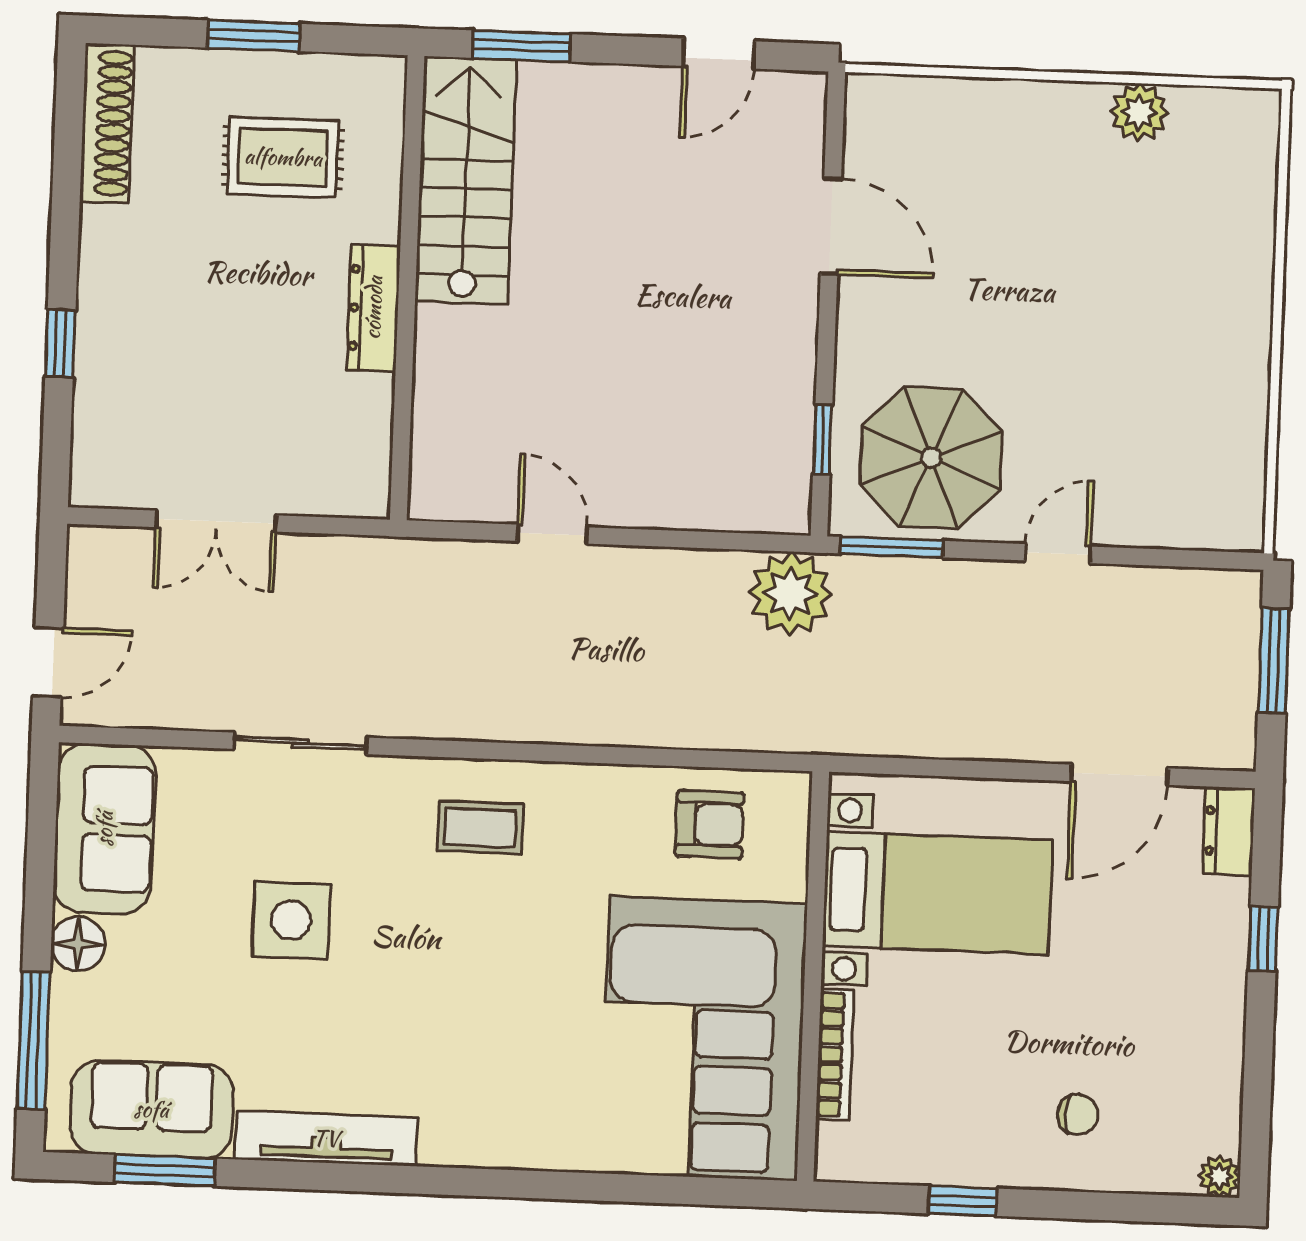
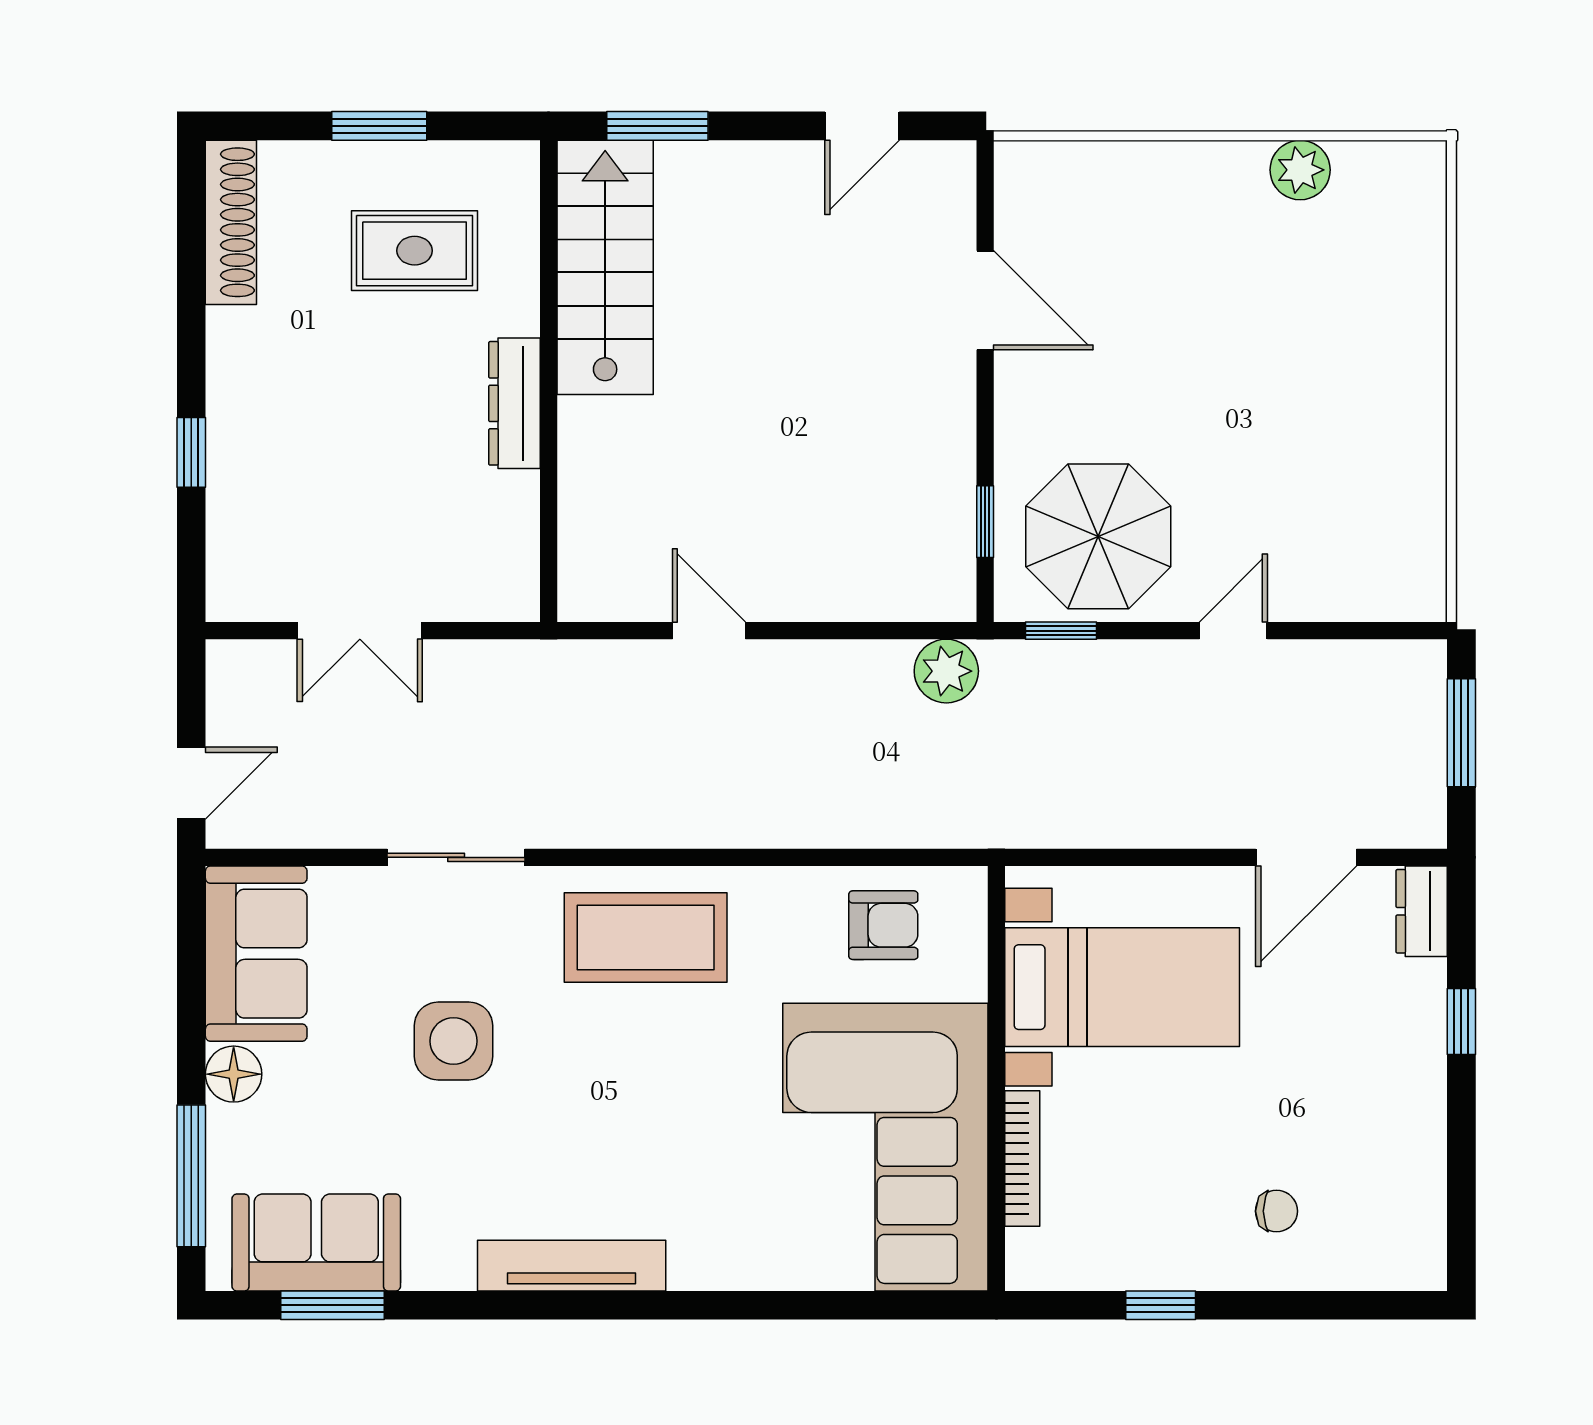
window: (892, 547) -> (1061, 631), width x0.67
plant: (790, 594) -> (946, 671), width x0.73, depth x0.73
coffee table: (480, 828) -> (646, 938), width x1.86, depth x1.72
tv unit: (326, 1138) -> (572, 1266), moved
plant: (1219, 1176) -> (1426, 1270), removed

